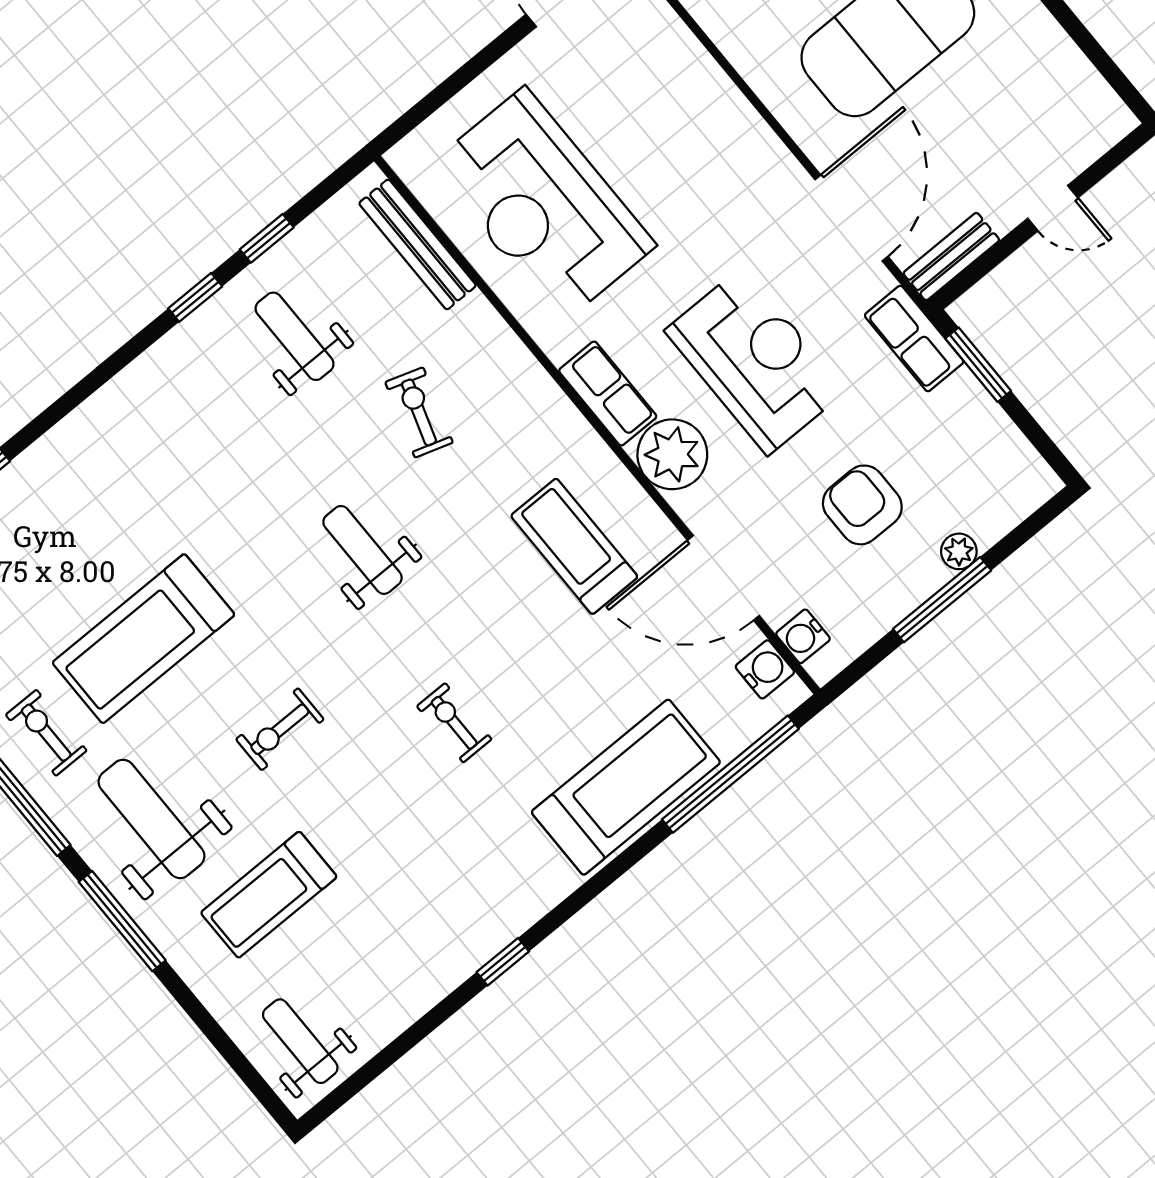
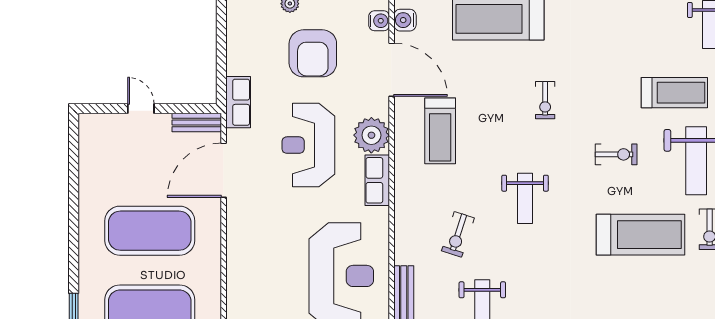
window: (978, 365) -> (221, 71), removed
armchair: (862, 505) -> (313, 53), width x1.36, depth x1.36

